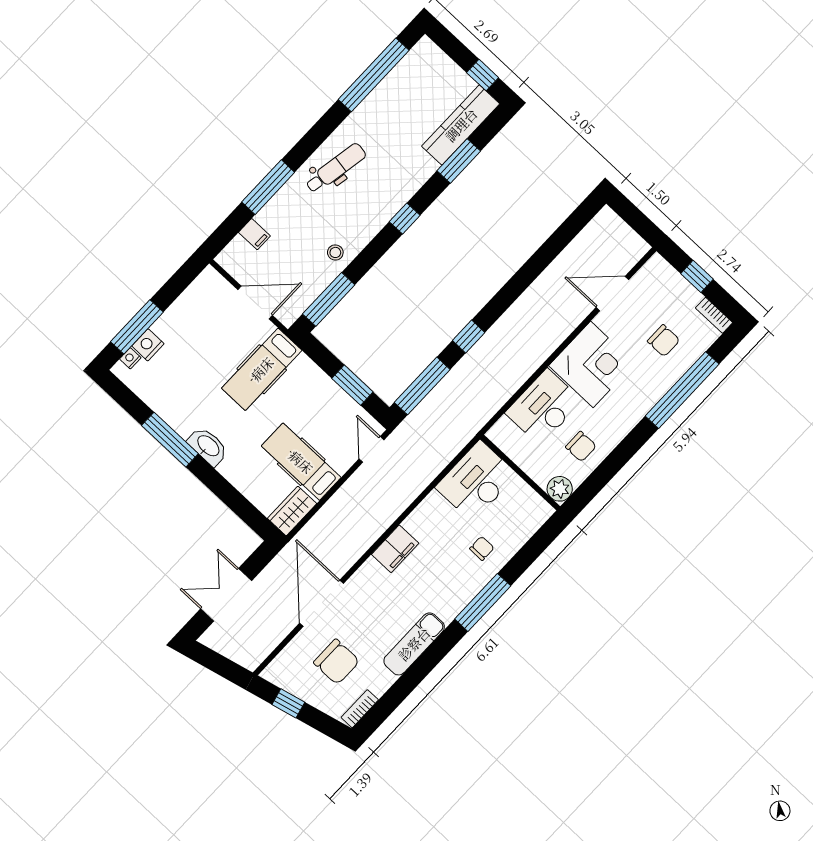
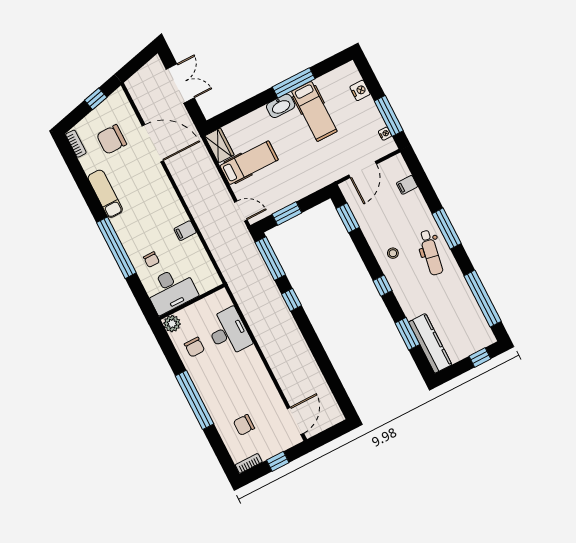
window: (483, 75) -> (480, 357), moved
window: (268, 187) -> (447, 229), moved
stool: (335, 252) -> (393, 253), moved
door: (612, 294) -> (295, 421), moved
window: (329, 299) -> (348, 218), width x0.69
window: (137, 327) -> (389, 116), moved
nightstand: (130, 358) -> (385, 134), moved
corner desk: (592, 364) -> (245, 373), removed
hospital bed: (262, 369) -> (314, 111), moved, turned 180
window: (682, 390) -> (195, 400), moved
chair: (581, 447) -> (194, 347), turned -90
desk: (476, 481) -> (171, 290), moved, turned 90
filing cabinet: (395, 549) -> (185, 231), moved, width x0.50
window: (483, 602) -> (116, 248), width x1.46

